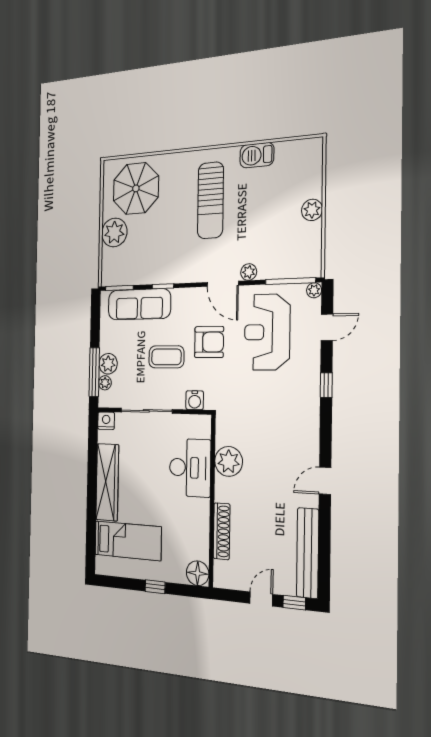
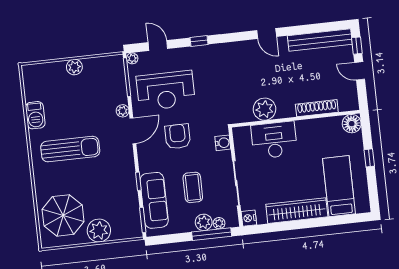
coffee table: (166, 357) -> (193, 187), moved

